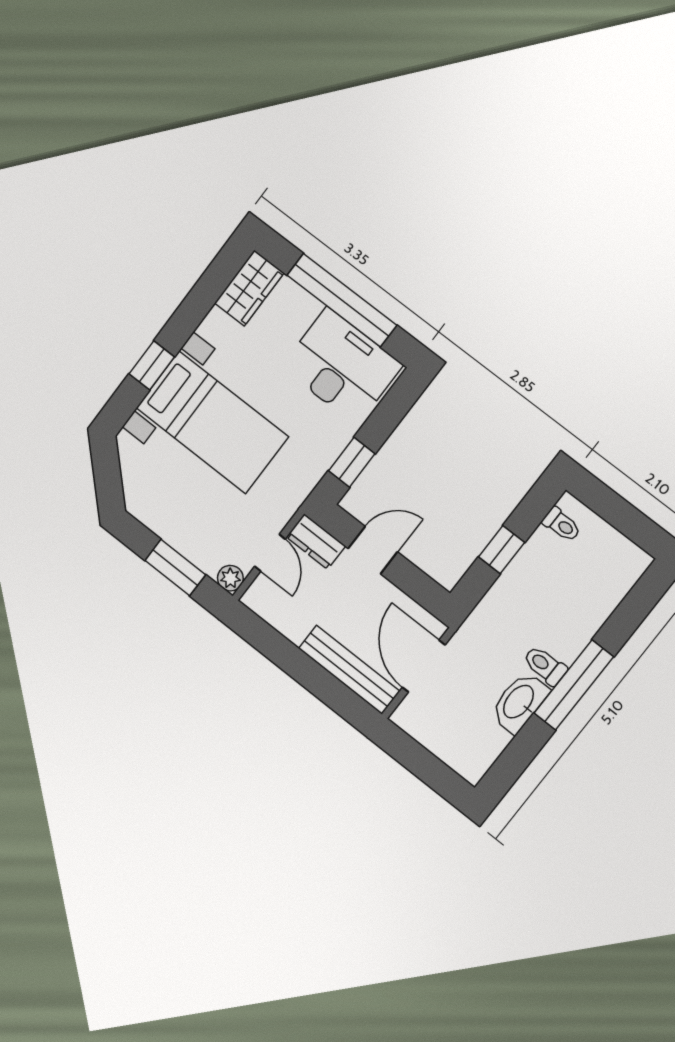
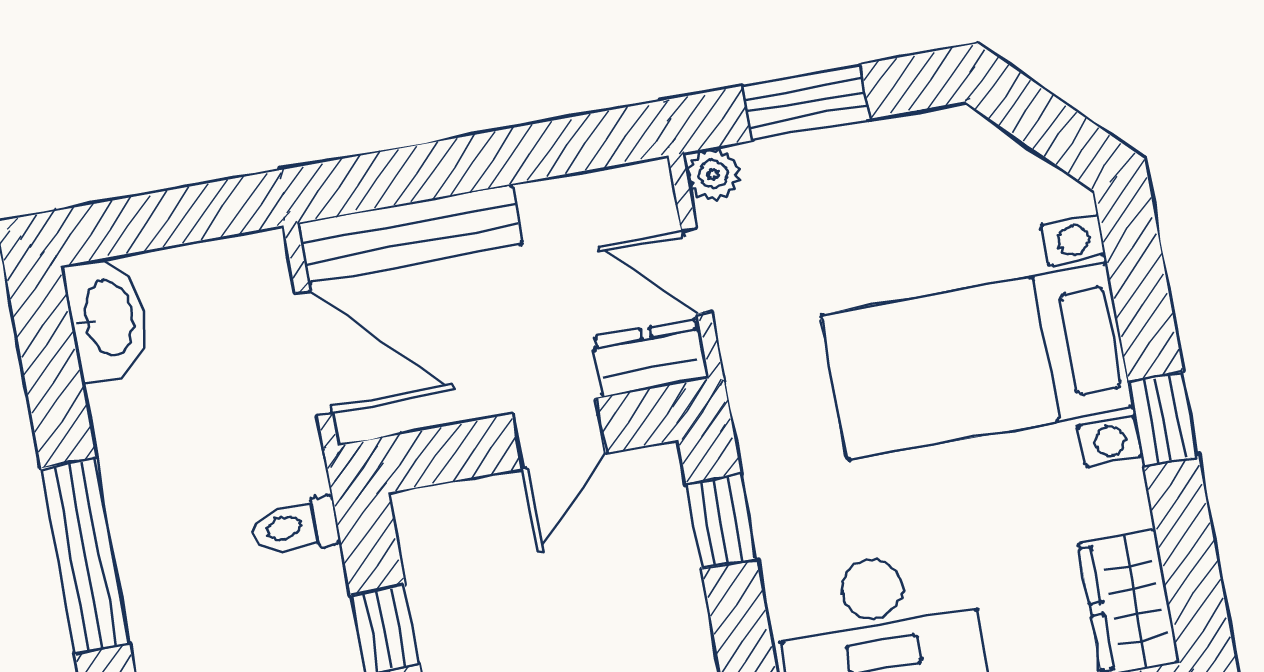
window: (152, 365) -> (1163, 419), moved
toilet: (545, 666) -> (296, 526), moved, turned 180
washbasin: (519, 702) -> (107, 318), moved

